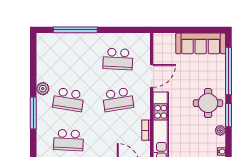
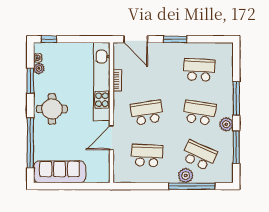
plant: (81, 40) -> (186, 176), added
school desk: (68, 59) -> (199, 156), added
window: (33, 67) -> (236, 147), added
window: (228, 115) -> (30, 81), moved
plant: (220, 130) -> (39, 68), moved

